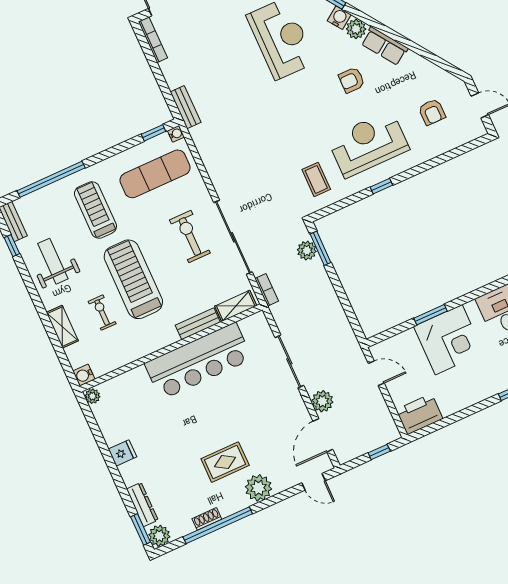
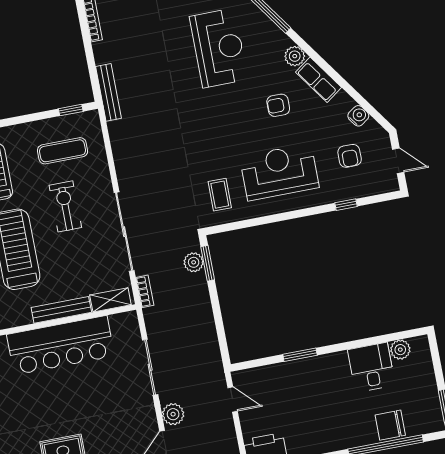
water cooler: (339, 18) -> (358, 116), moved
bench: (186, 107) -> (109, 92), width x1.36
water cooler: (176, 134) -> (93, 116), removed
exercise mat: (155, 174) -> (63, 151), width x0.73, depth x0.69
window: (381, 186) -> (346, 205), moved
exercise bike: (190, 237) -> (65, 206), moved
bench: (198, 324) -> (61, 310), width x1.36
corner desk: (449, 340) -> (312, 384), removed

